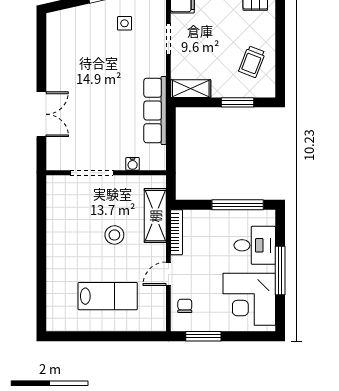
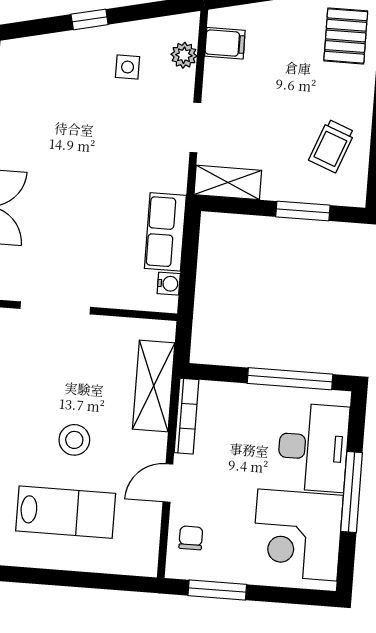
plant: (158, 13) -> (184, 55), added
doorway: (168, 39) -> (195, 127), moved
row of seats: (155, 110) -> (165, 232), width x0.68
water cooler: (133, 164) -> (169, 284), moved, turned -90
stool: (114, 235) -> (74, 440), moved
desk: (255, 245) -> (313, 447), width x1.37

